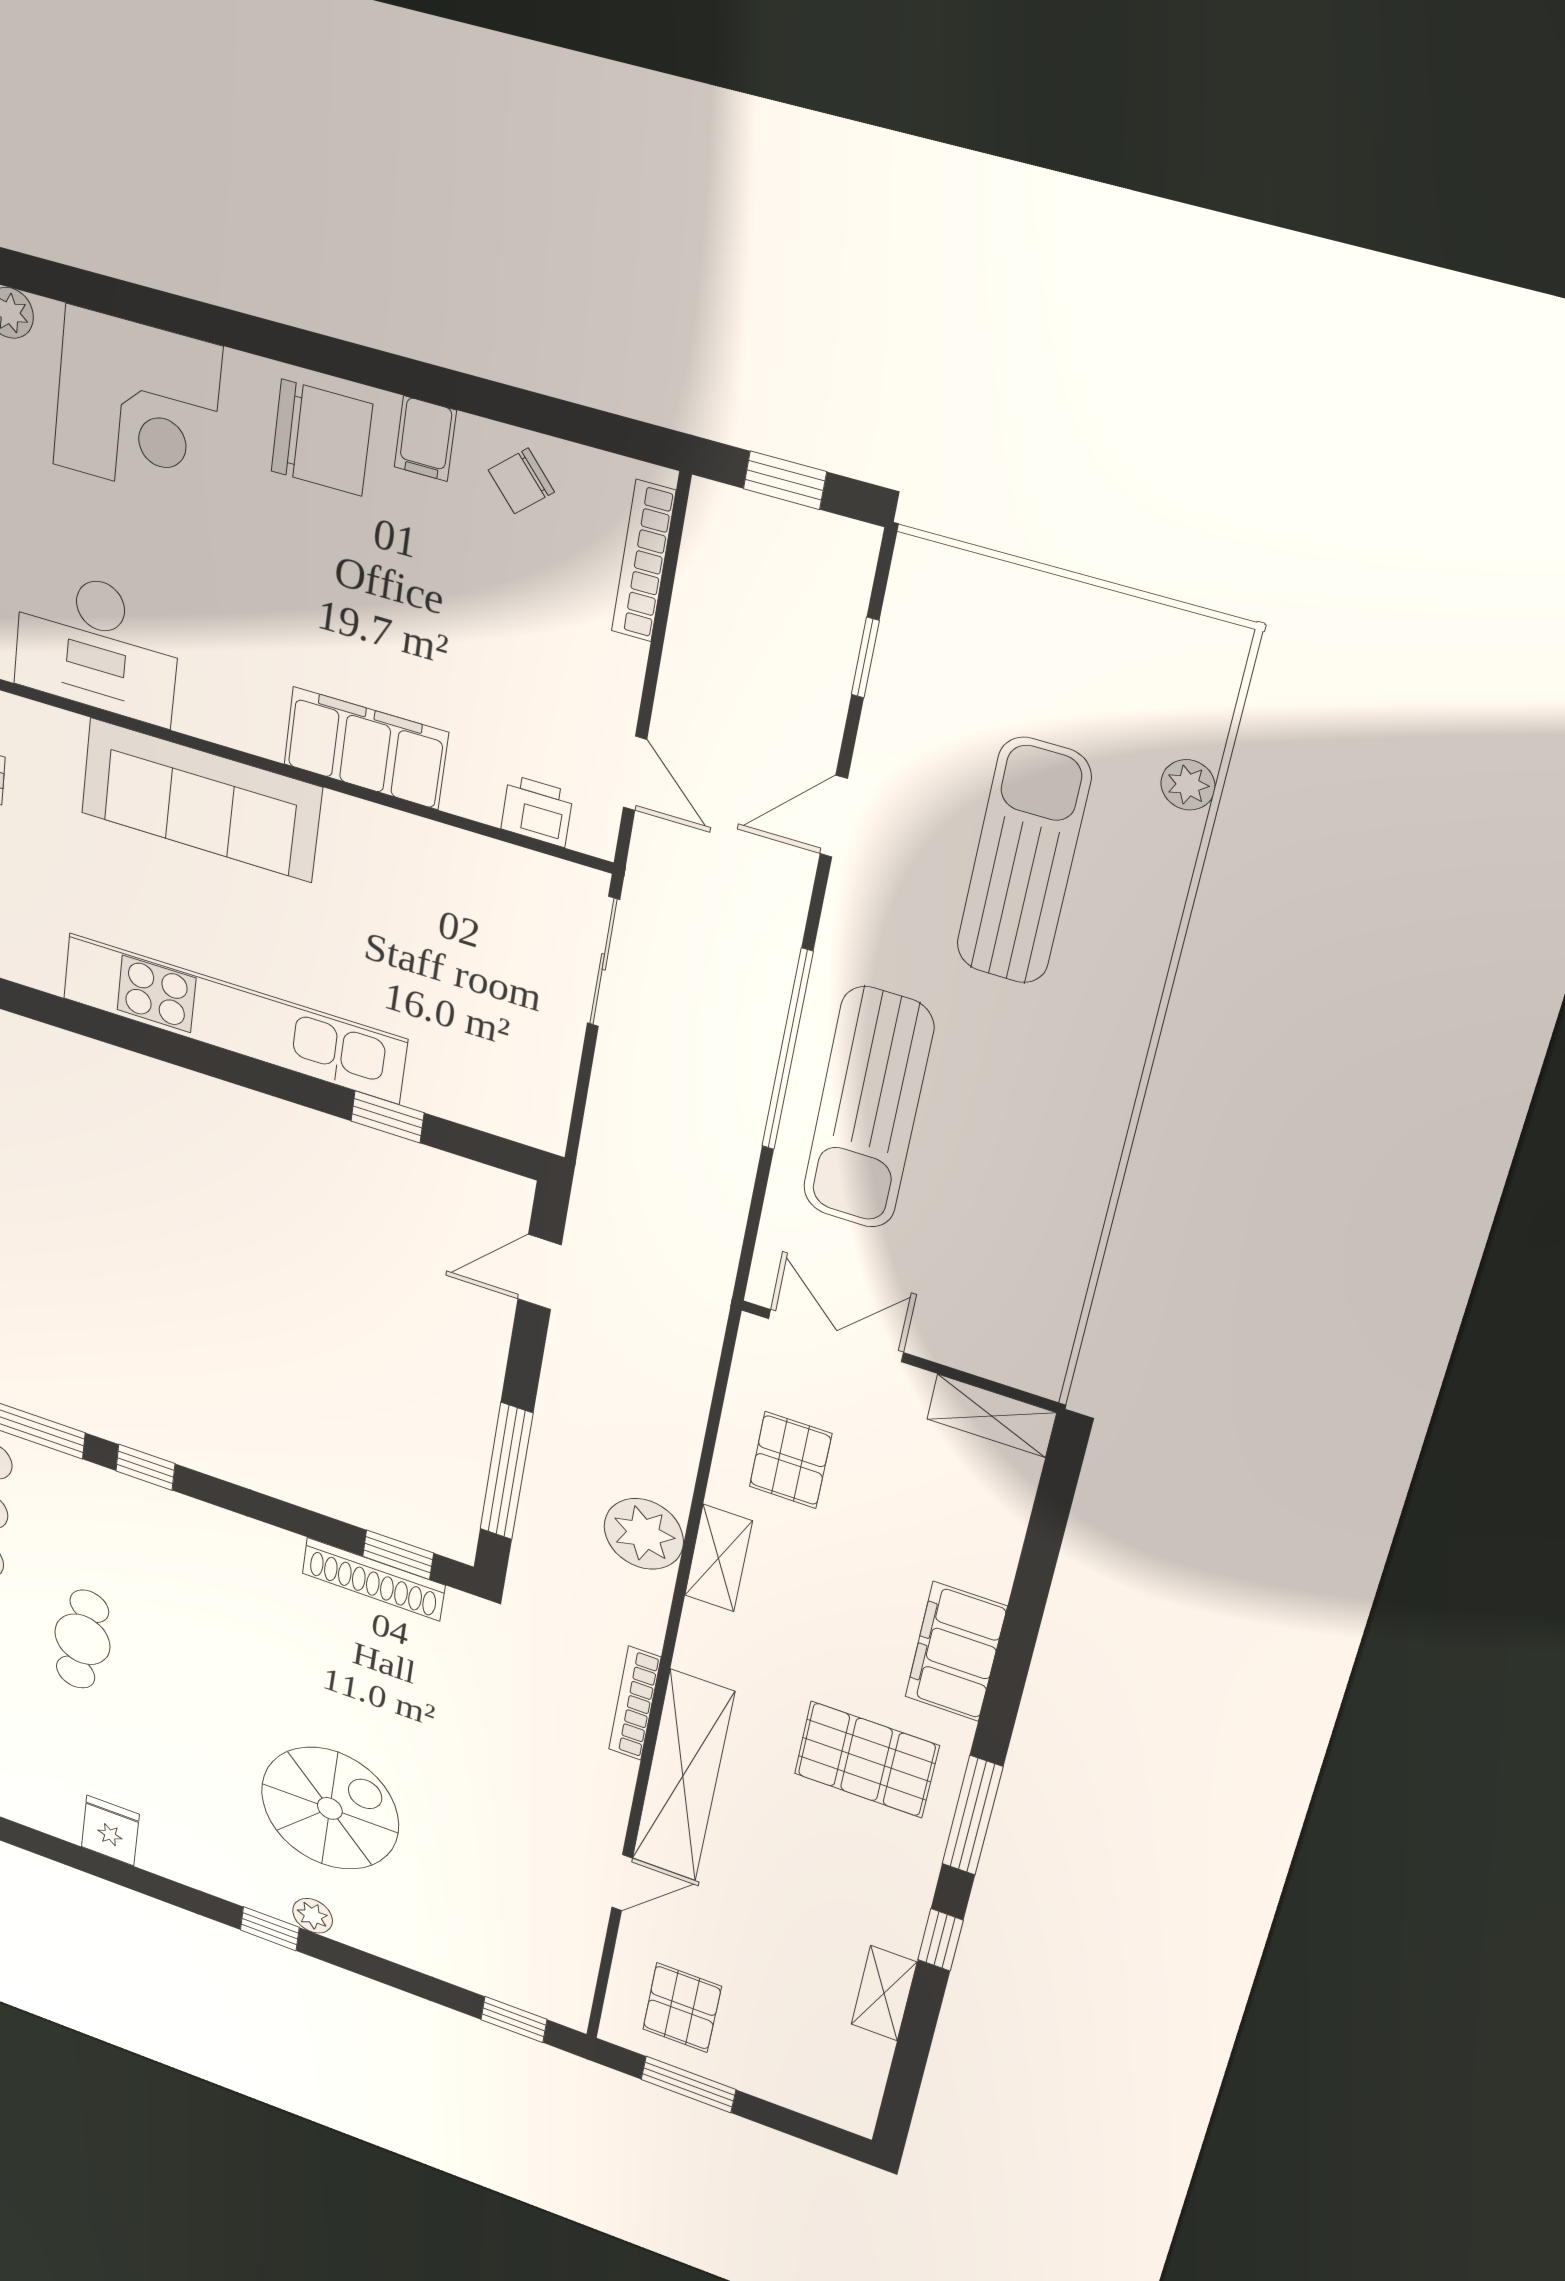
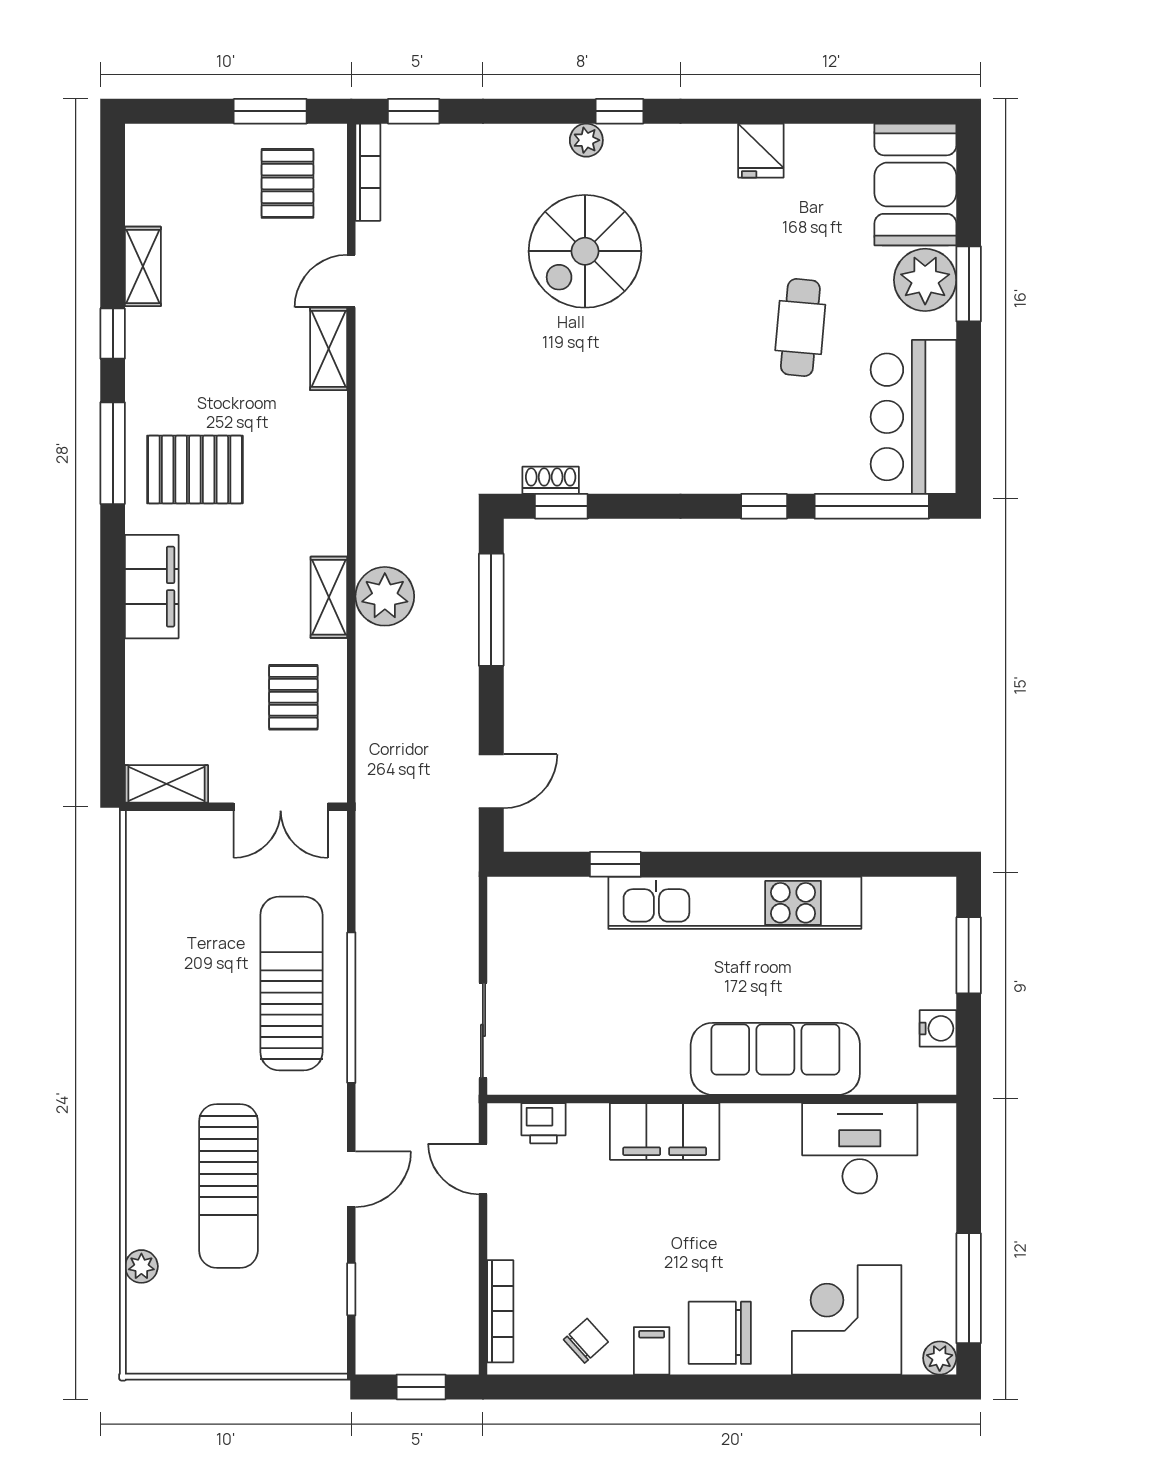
shoe rack: (373, 1579) -> (551, 480), width x0.51, depth x0.81
bookcase: (635, 1703) -> (368, 172), moved
shelving: (683, 1776) -> (329, 349), width x0.45, depth x0.75

